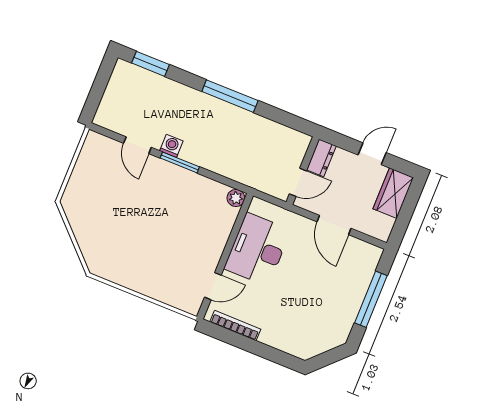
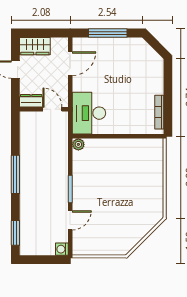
washing machine: (171, 146) -> (62, 249), moved
door: (334, 225) -> (70, 64), moved
desk: (257, 249) -> (89, 113), moved, turned 90
door: (213, 286) -> (140, 136), removed

